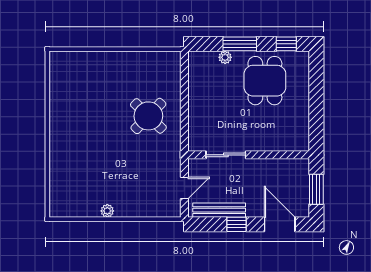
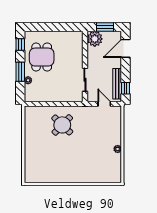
dining table: (265, 81) -> (42, 57), turned 90
plant: (296, 172) -> (95, 39), added
window: (236, 224) -> (125, 88), moved

